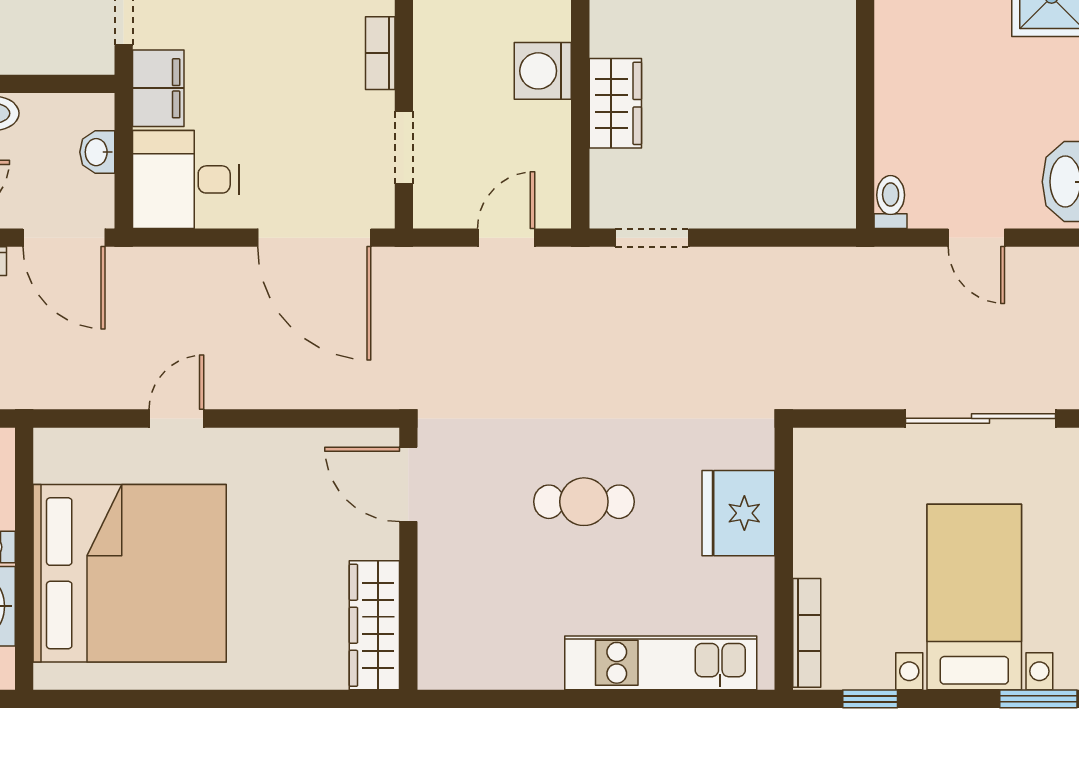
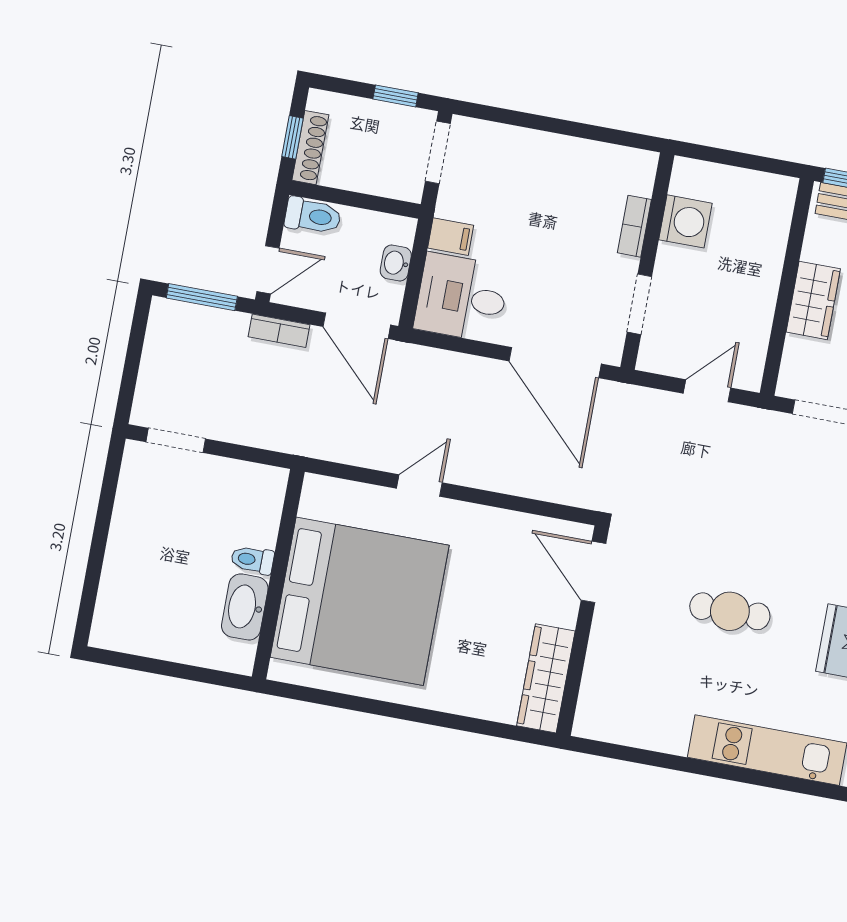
washing machine: (543, 71) -> (685, 221), moved, turned 180
filing cabinet: (158, 88) -> (451, 237), width x0.50

